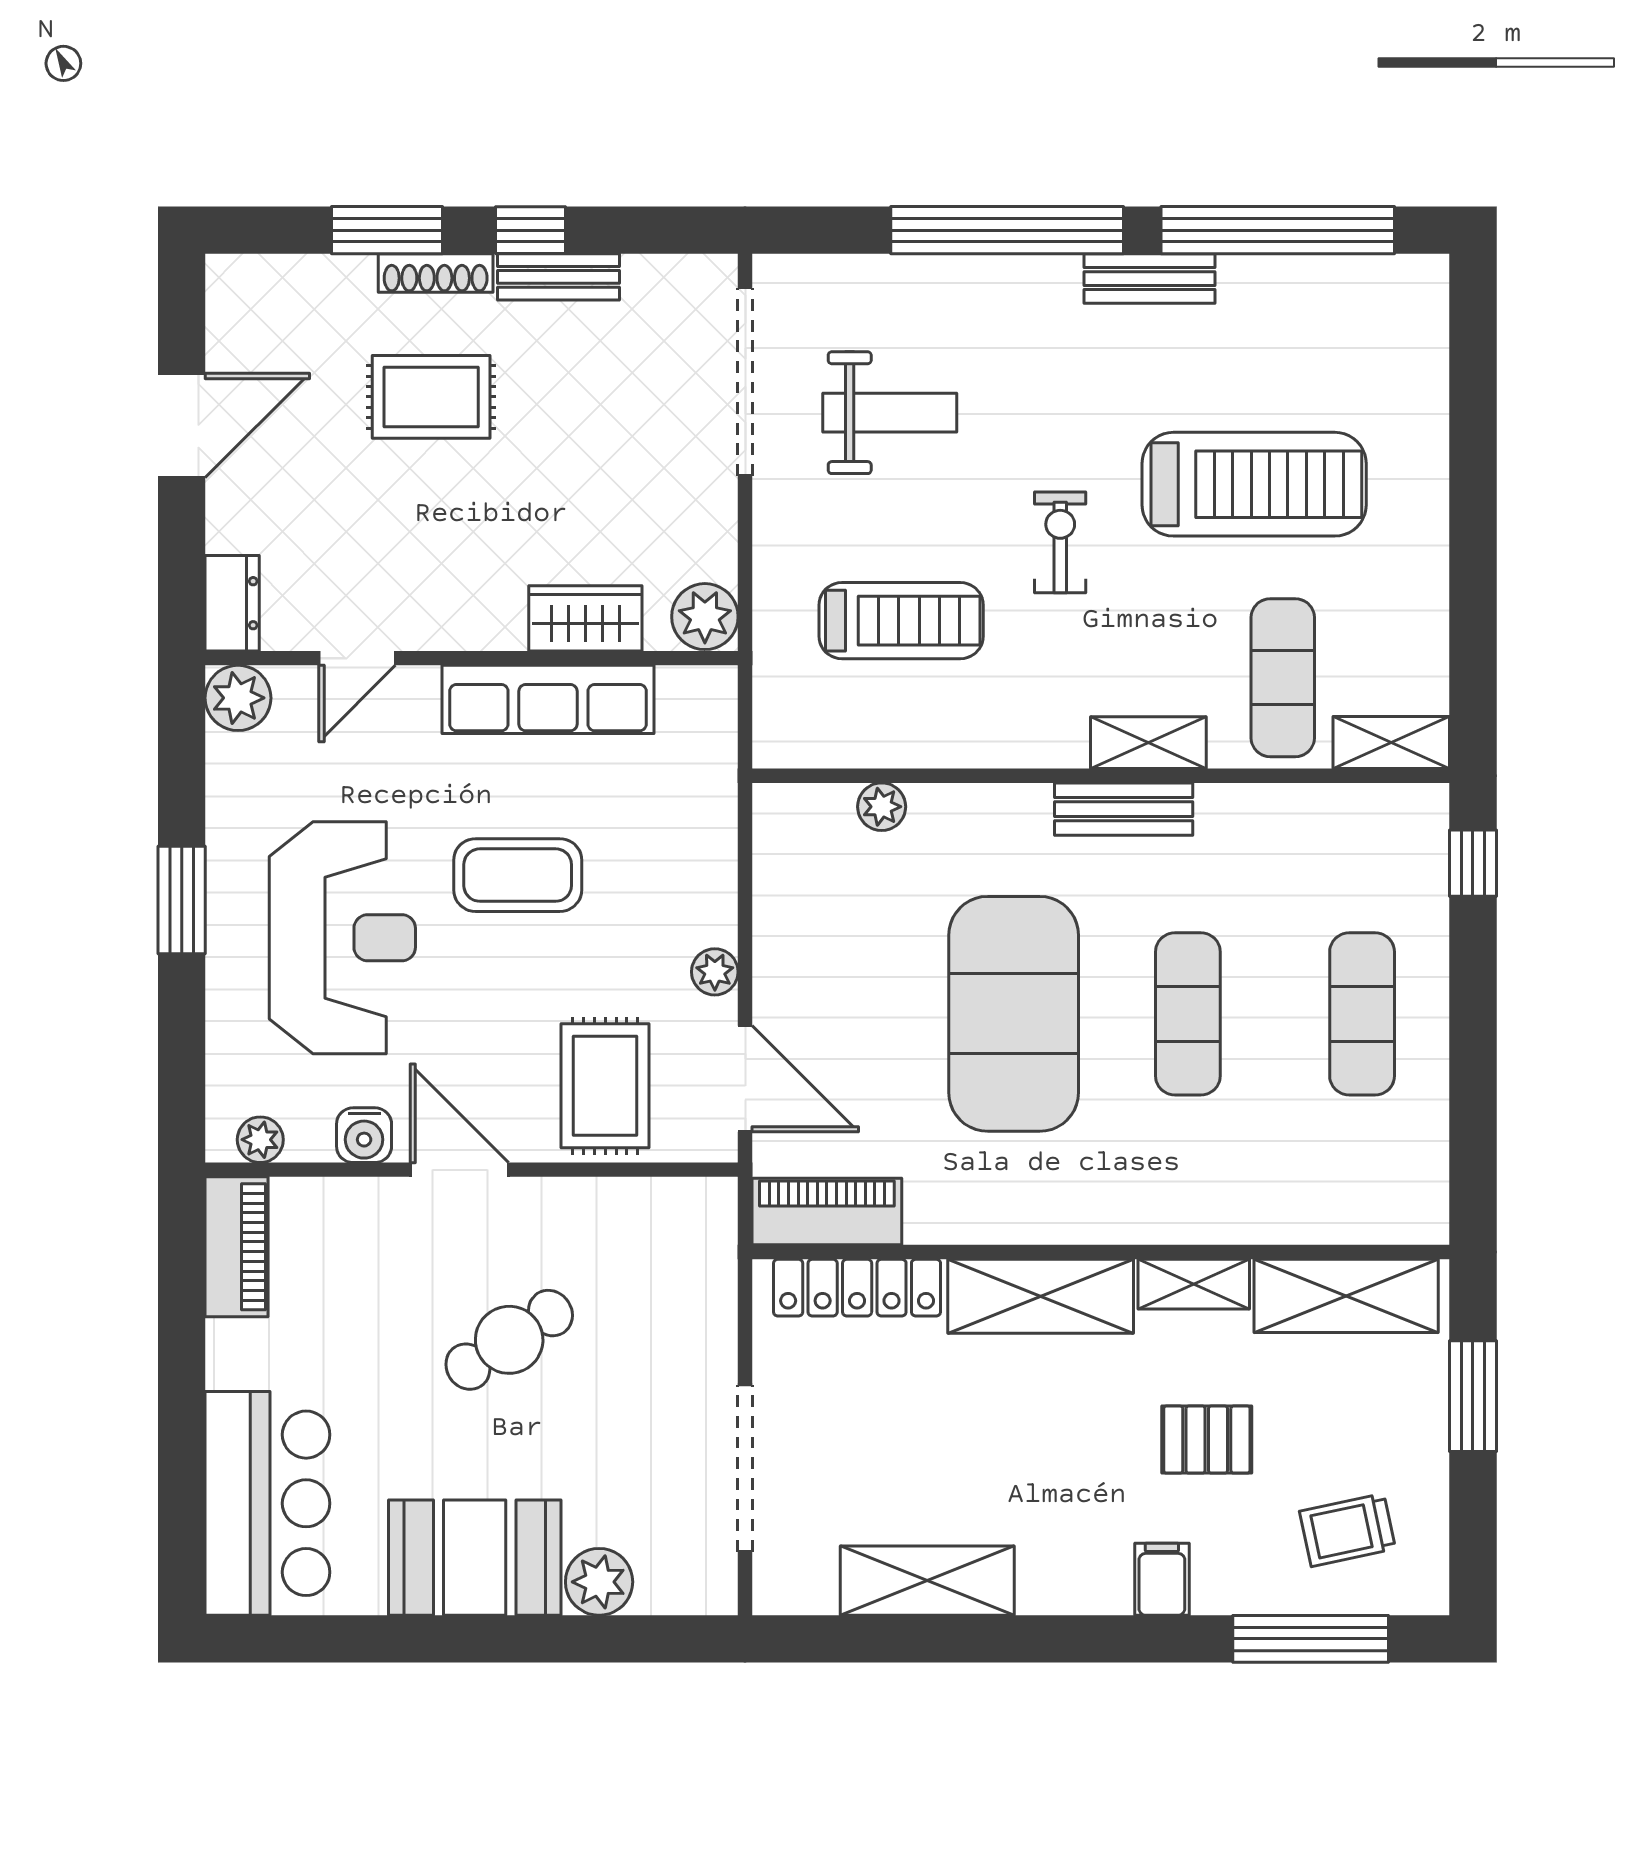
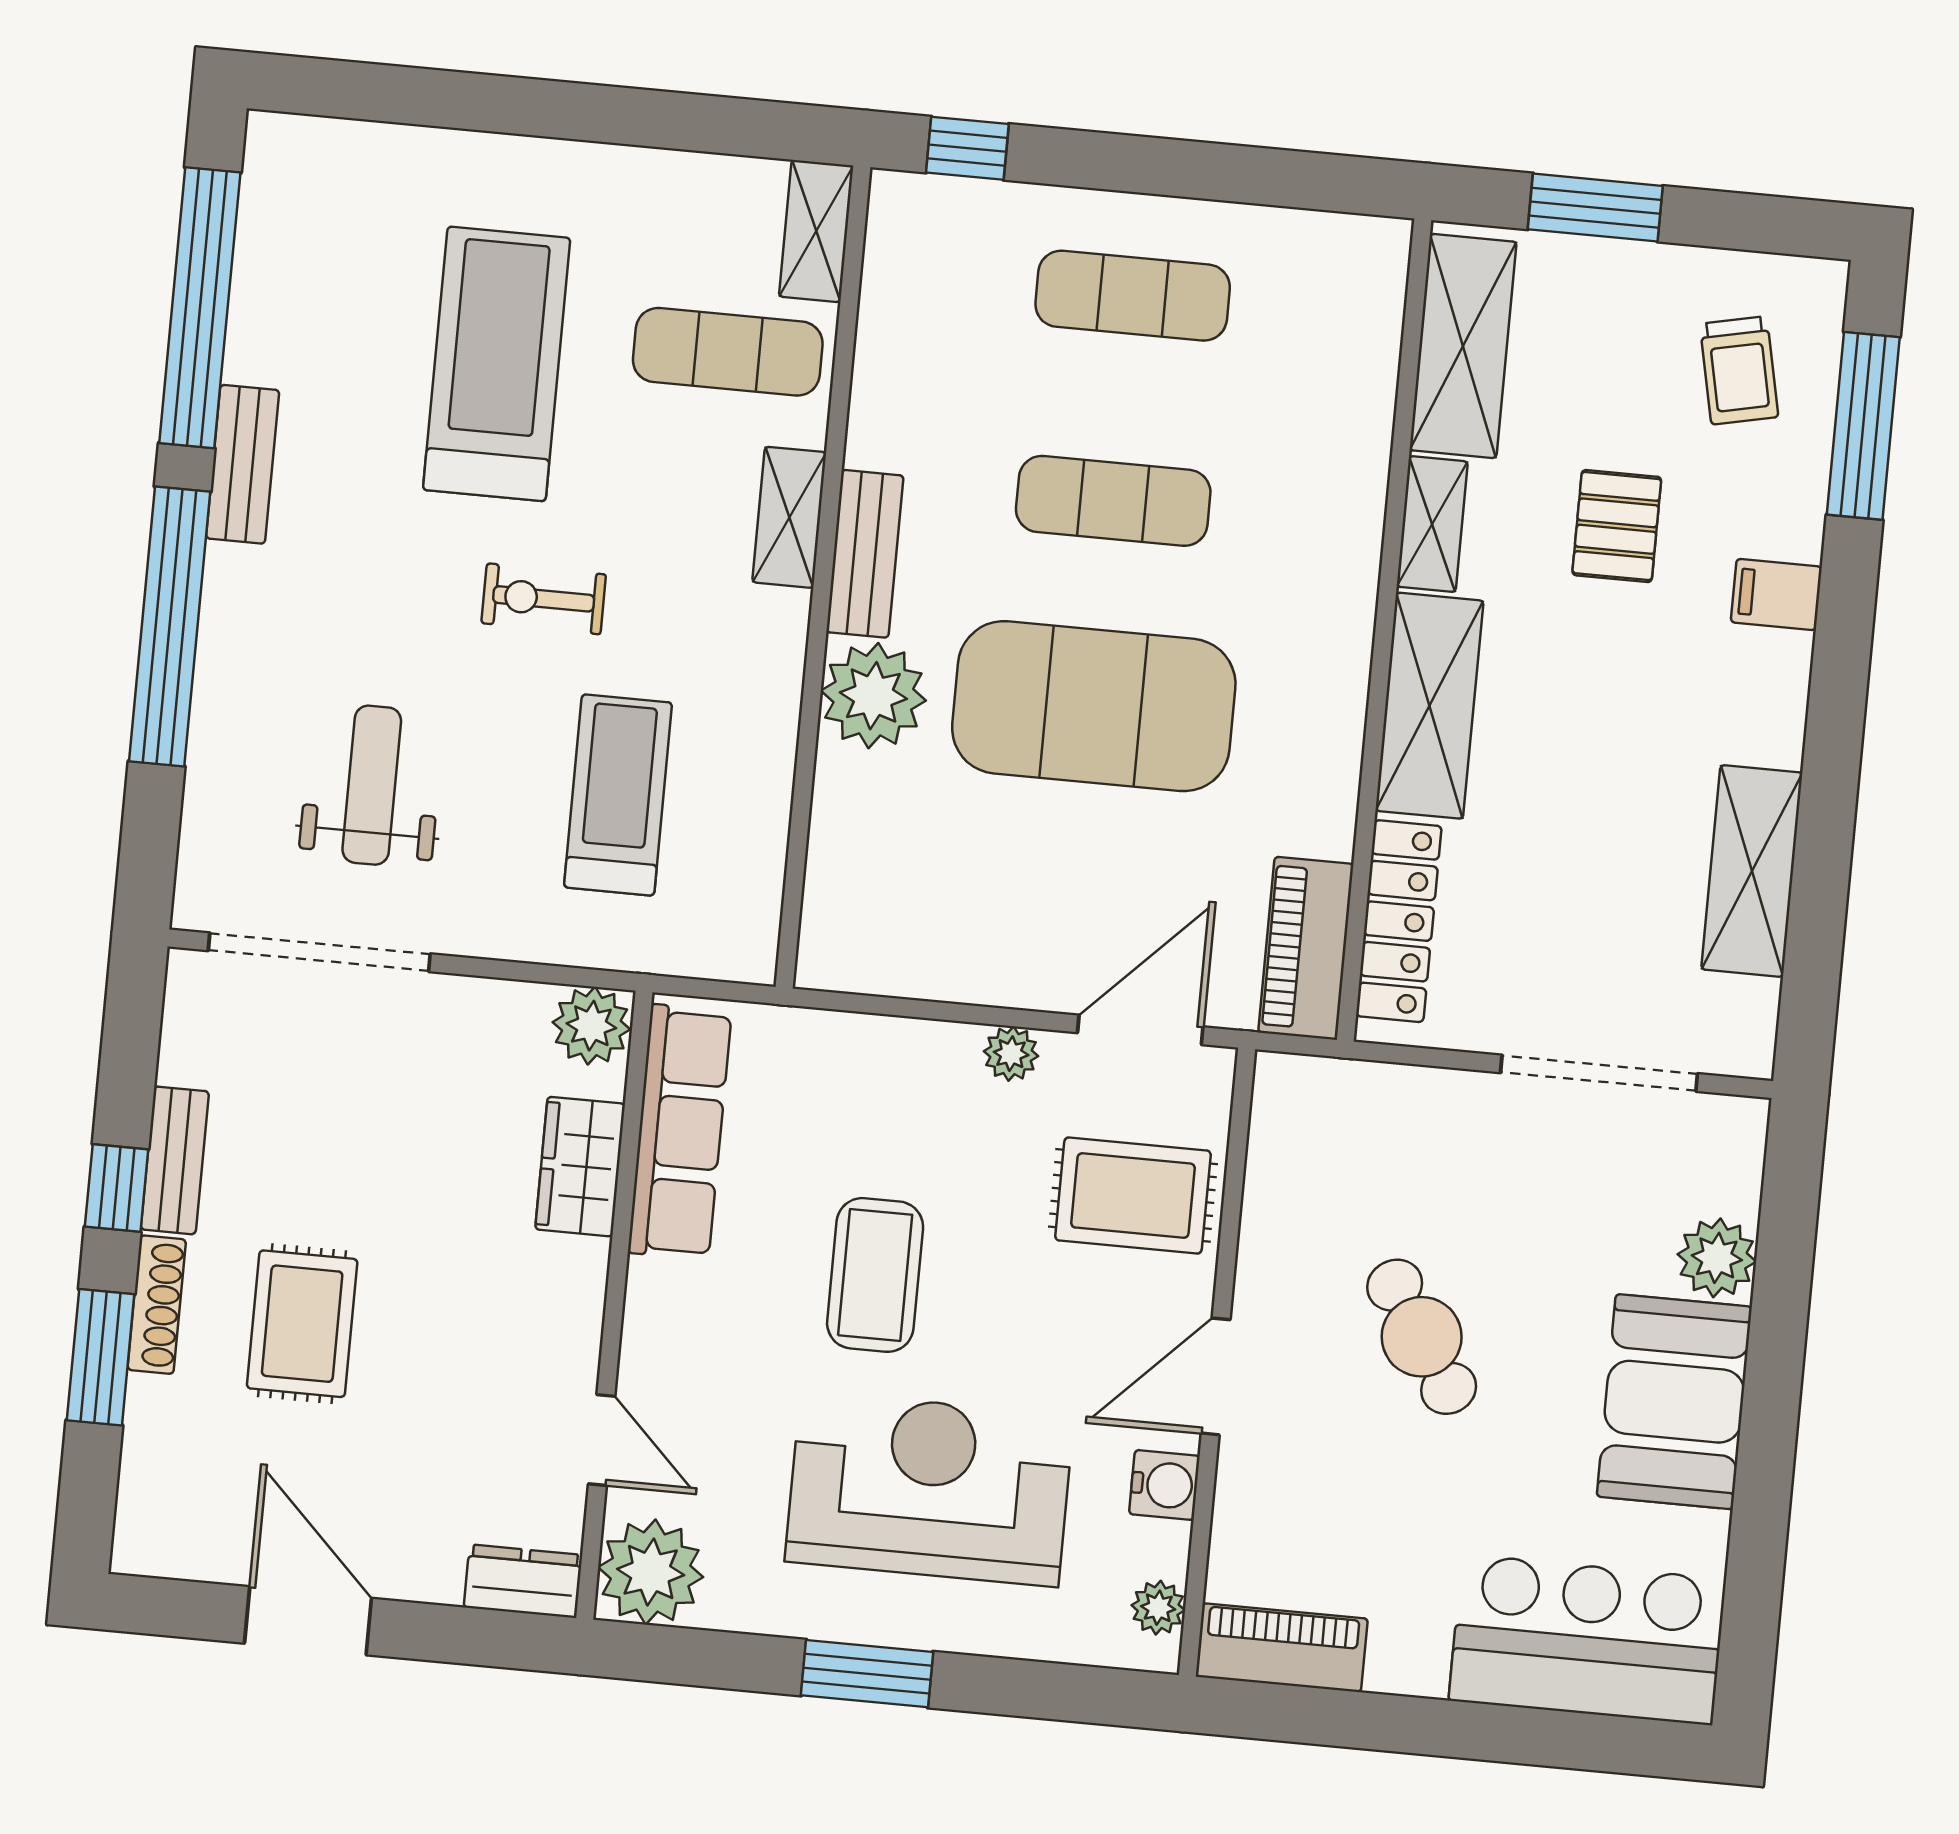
plant: (238, 698) -> (651, 1572), width x1.36, depth x1.36
row of seats: (548, 699) -> (680, 1132), moved
plant: (882, 807) -> (873, 696), moved, width x1.87, depth x1.87

